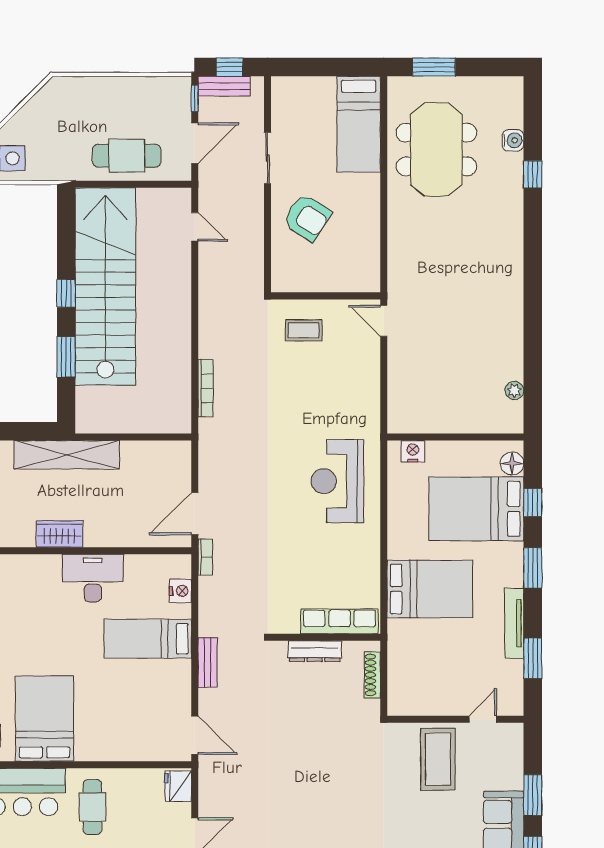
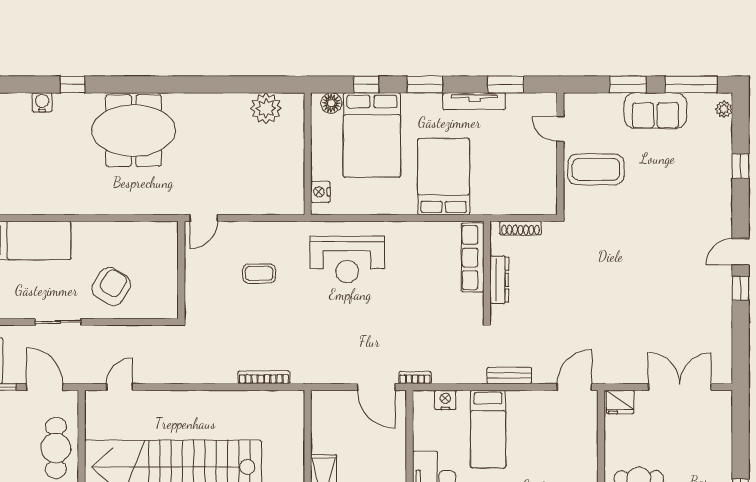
meeting table: (436, 150) -> (134, 131), moved
coffee table: (304, 330) -> (259, 273), moved, turned 90
plant: (514, 390) -> (266, 108), width x1.88, depth x1.88

